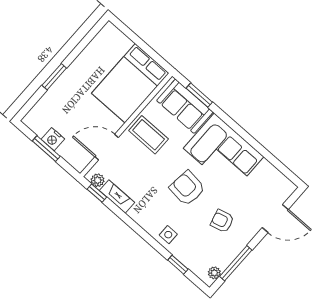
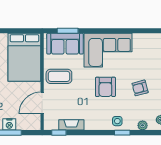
plant: (98, 180) -> (143, 125), moved
armchair: (187, 188) -> (105, 87), turned -96
window: (178, 265) -> (122, 133), moved

